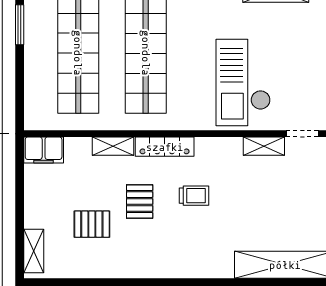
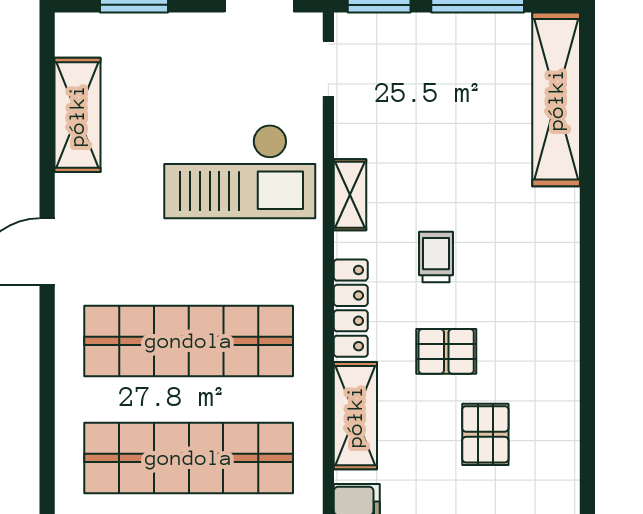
shelving: (113, 146) -> (355, 416), width x1.50, depth x1.33
shelving: (264, 146) -> (350, 195), moved

